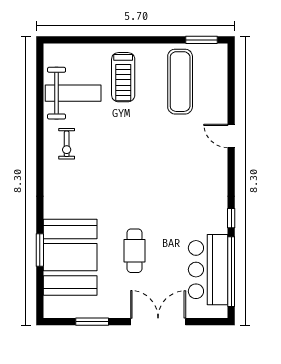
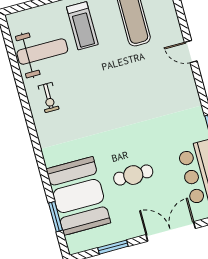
window: (40, 250) -> (56, 217), moved
cafe table: (135, 251) -> (133, 175), turned 90

